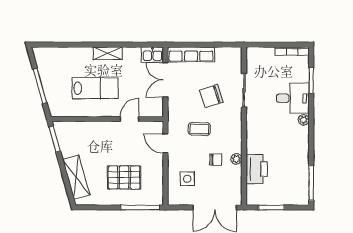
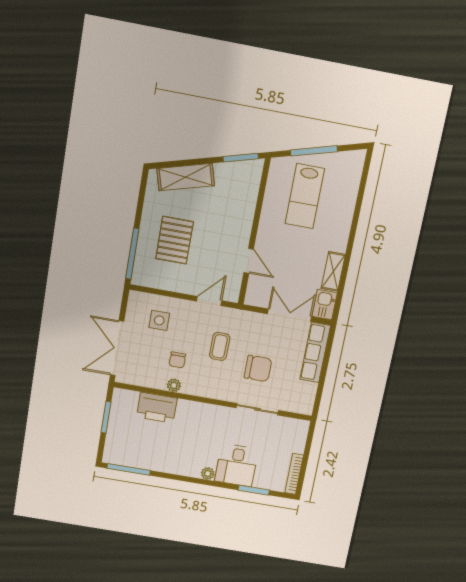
shelving: (108, 53) -> (333, 271), moved
lab bench: (95, 88) -> (305, 196), moved
chair: (211, 96) -> (258, 368), turned 108

